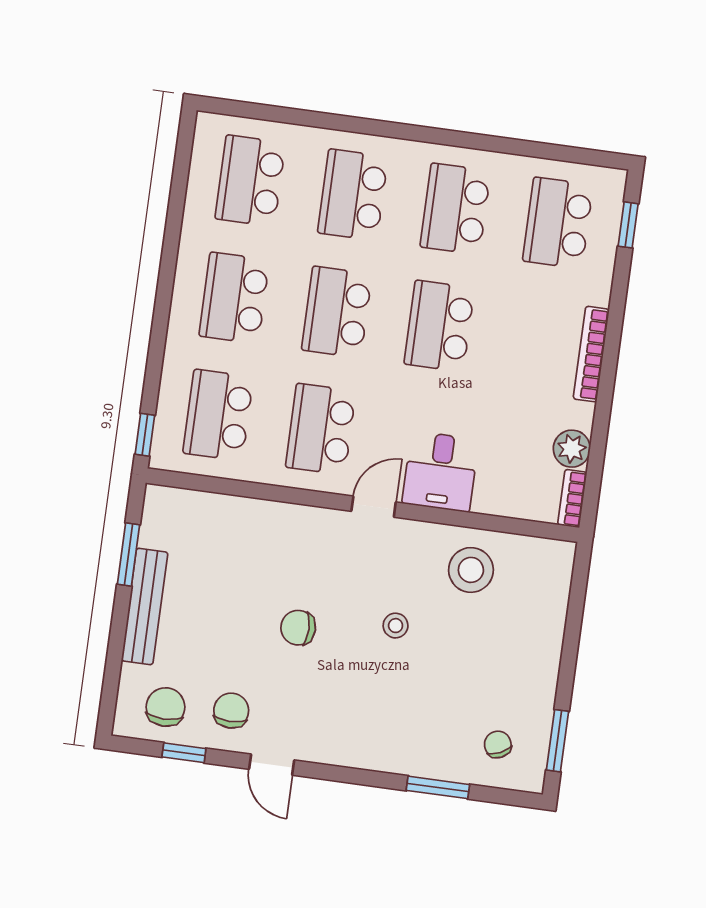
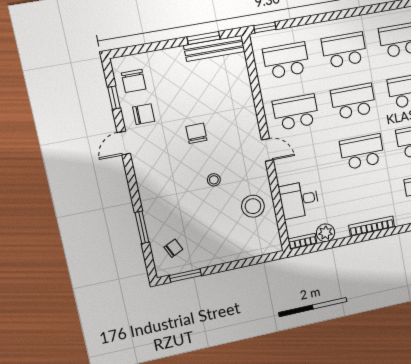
desk: (440, 471) -> (299, 200), moved
bench: (145, 606) -> (214, 48), moved
chair: (166, 707) -> (134, 81), turned 90

